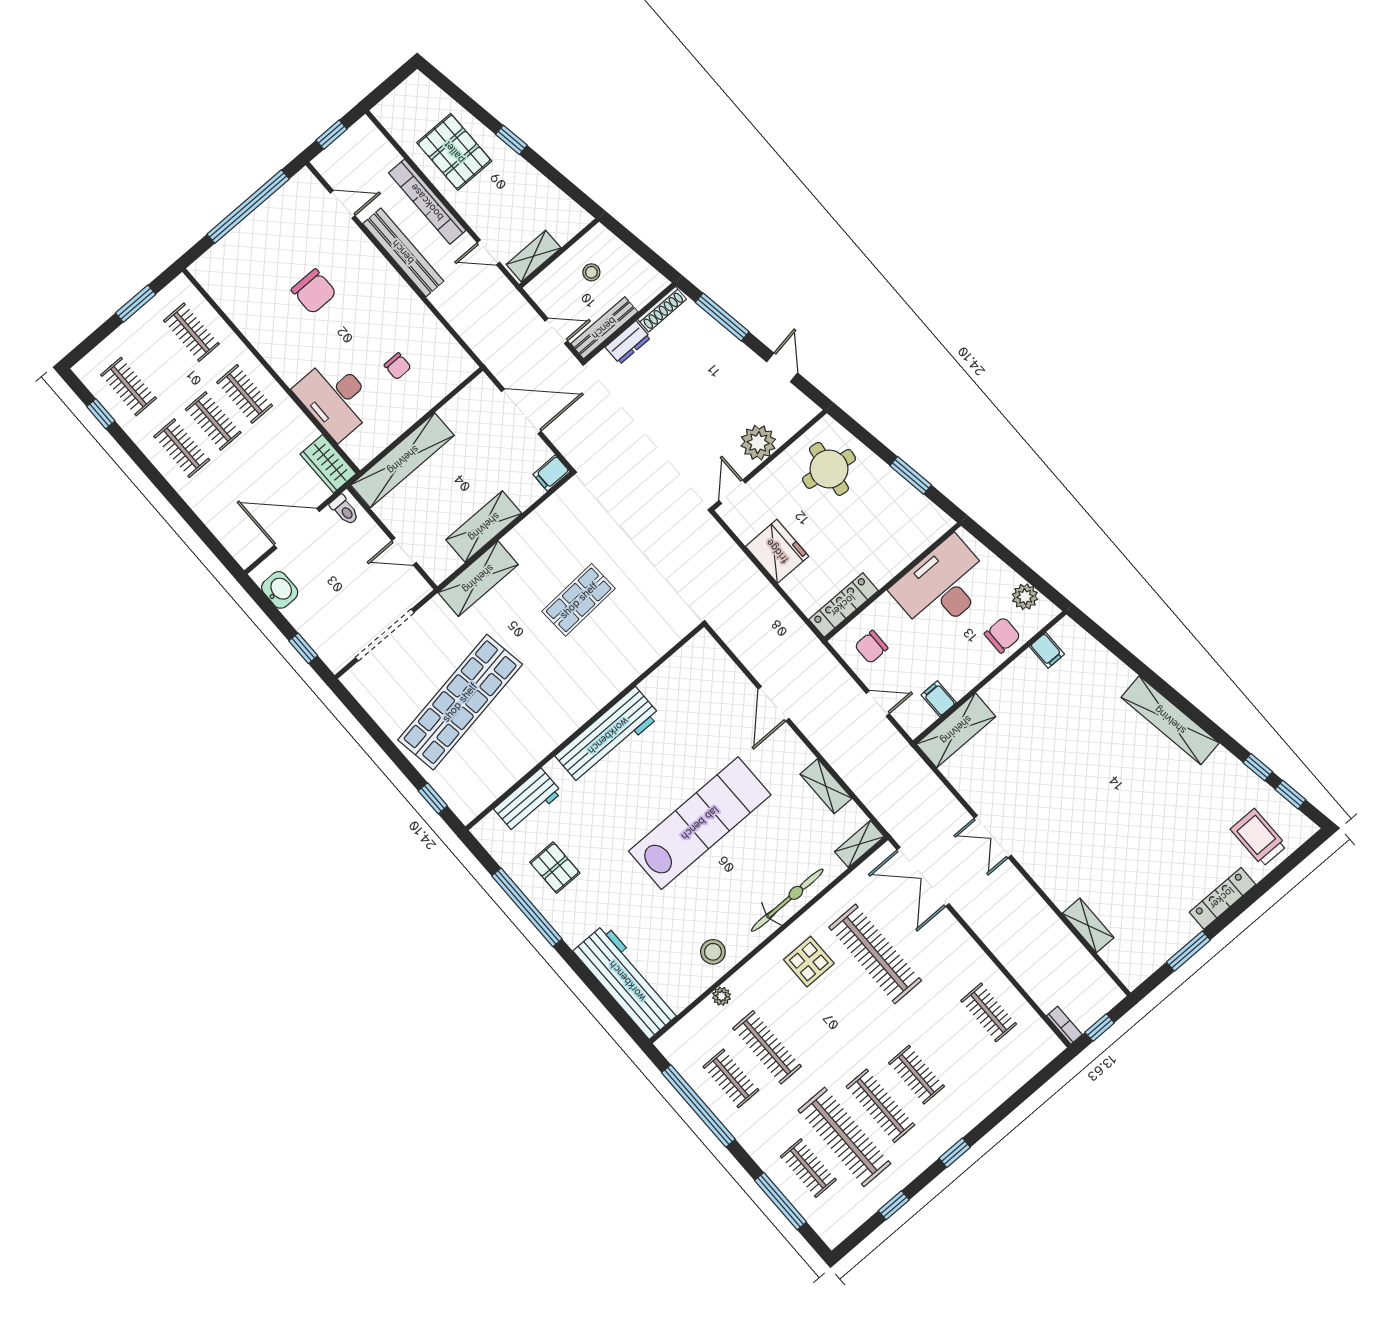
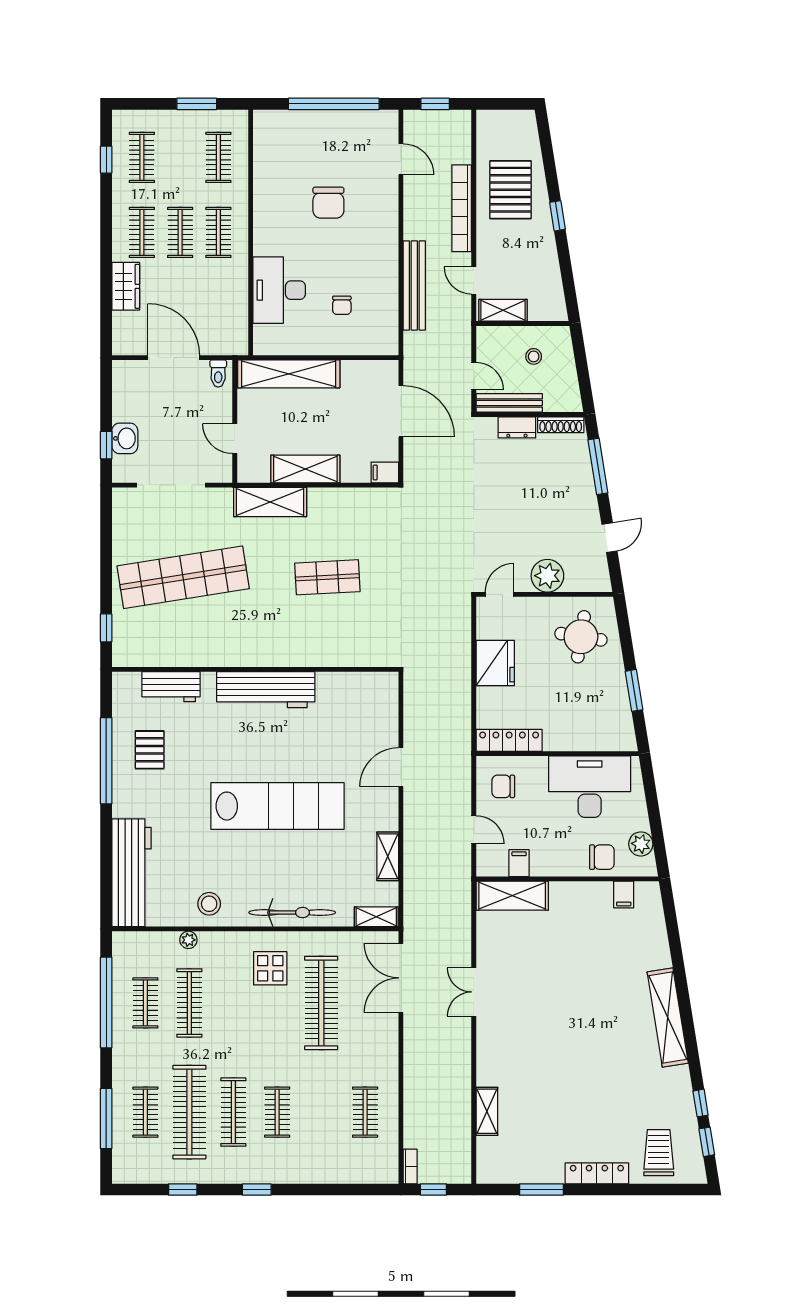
bench: (403, 252) -> (414, 286), moved
wardrobe: (328, 464) -> (126, 286), moved, turned 180
washbasin: (280, 590) -> (125, 438), moved

